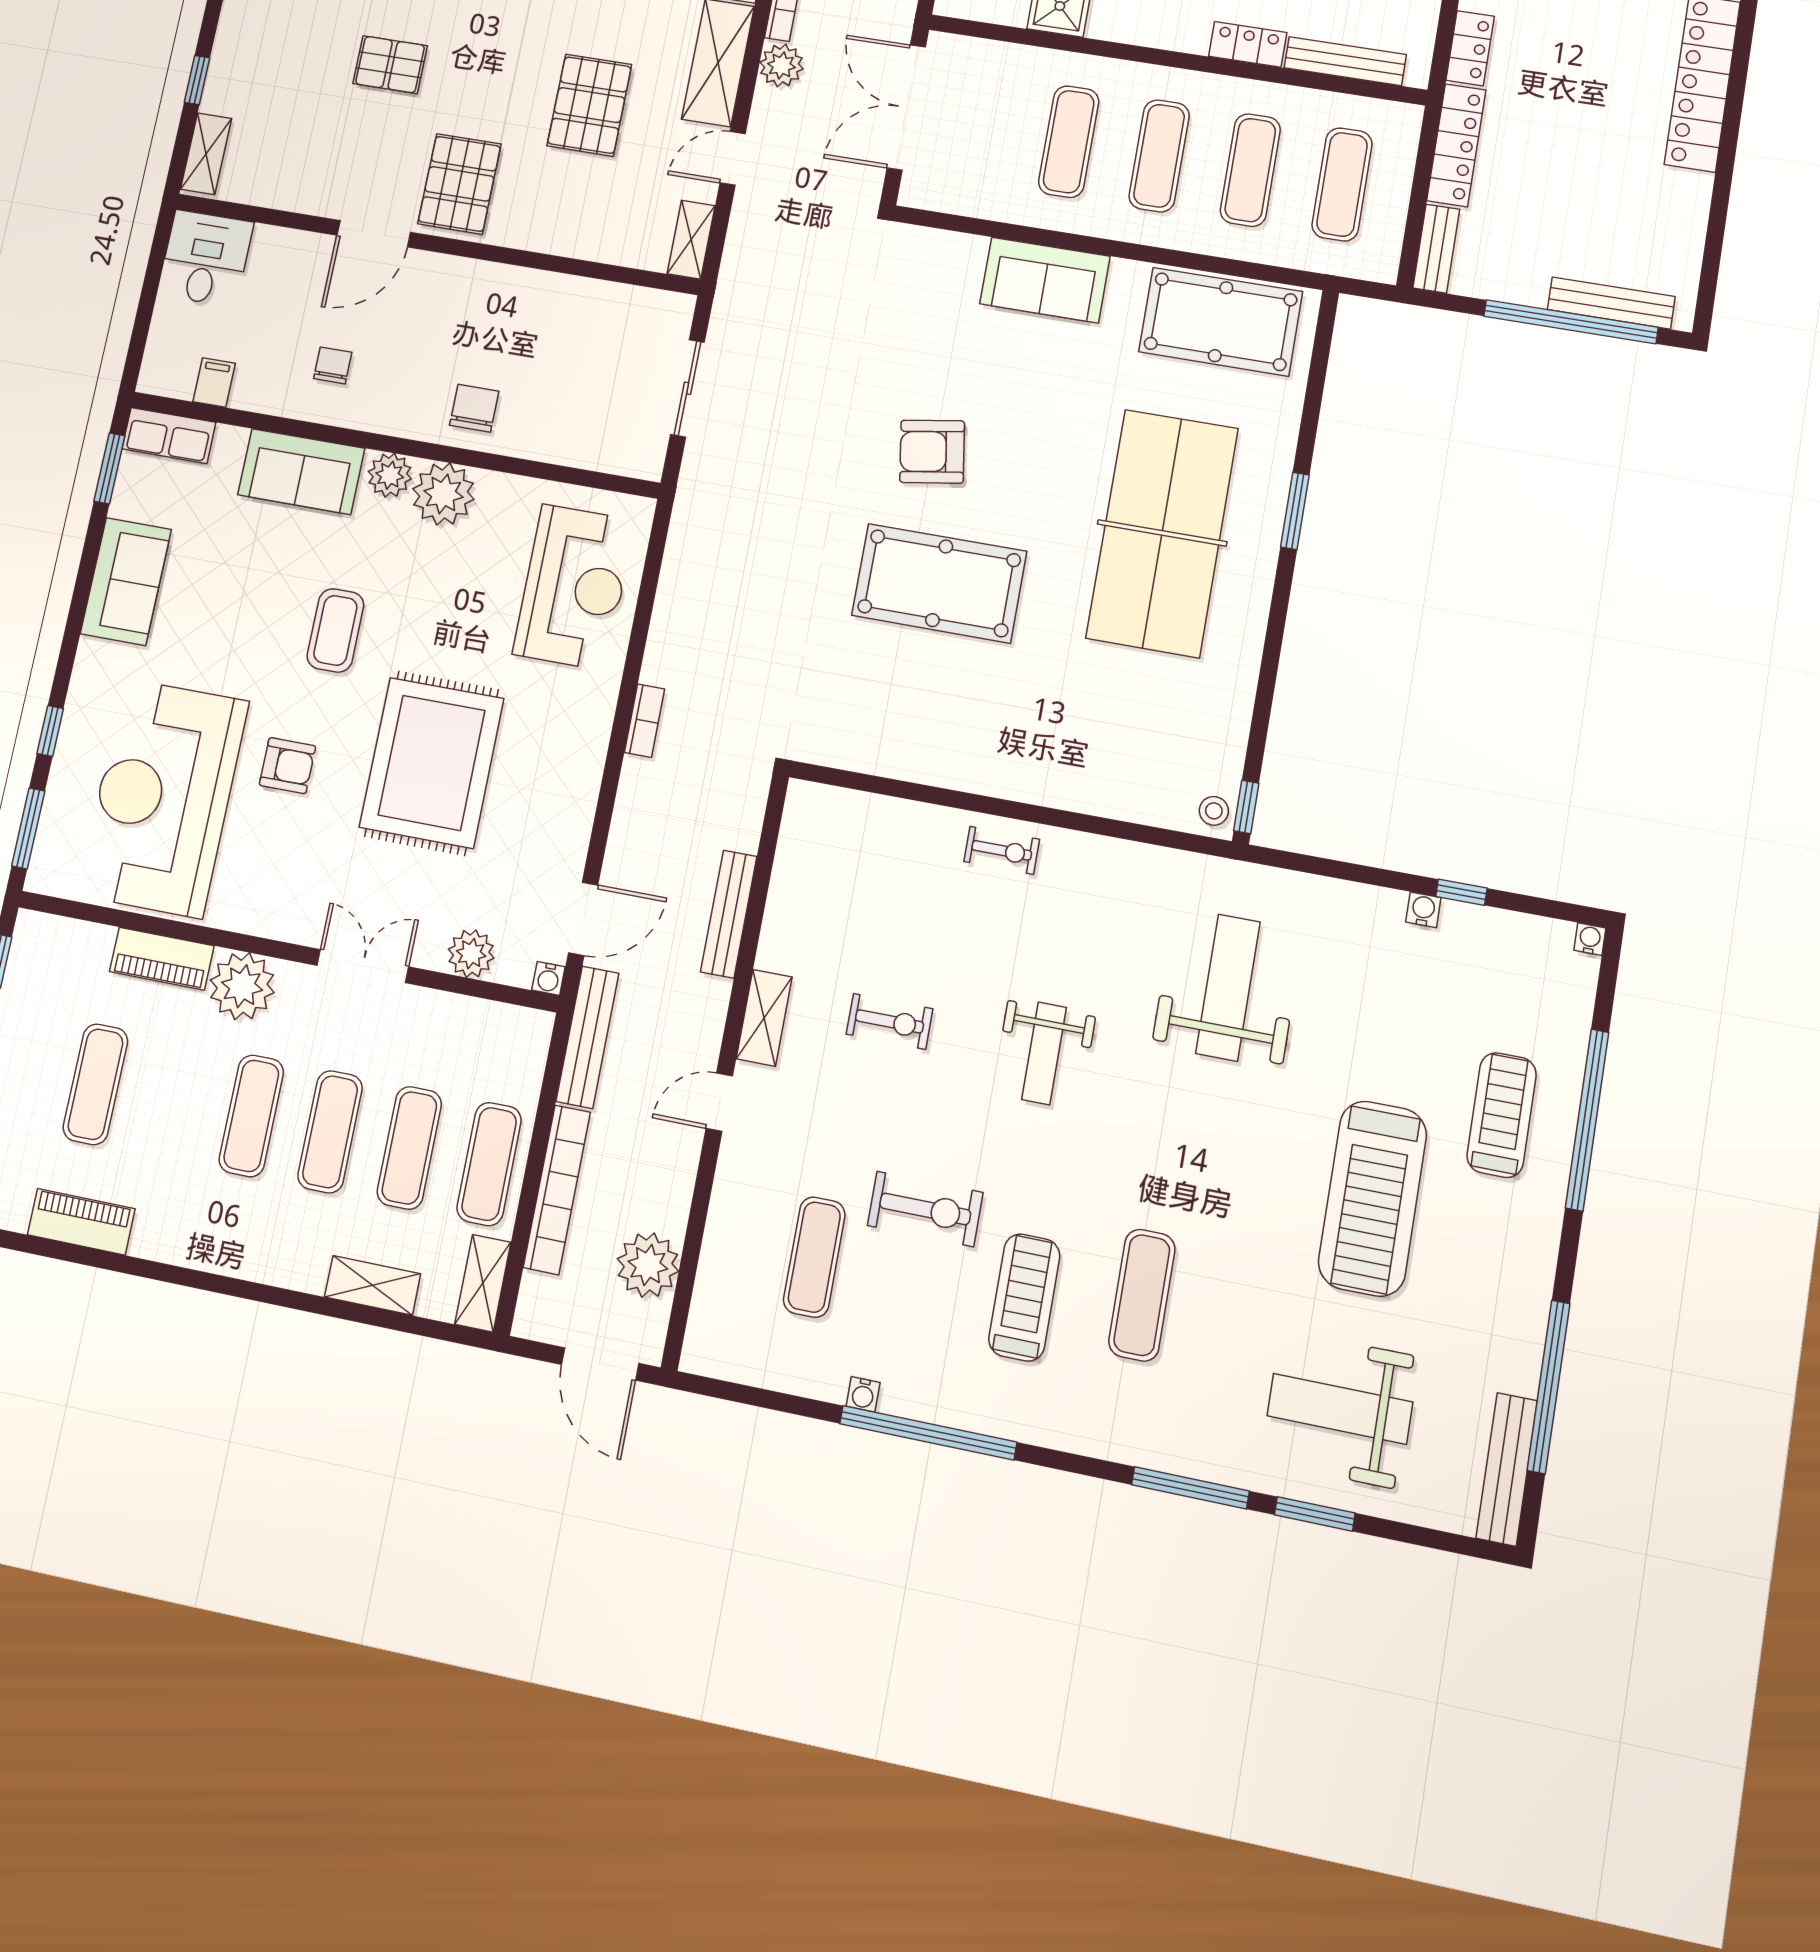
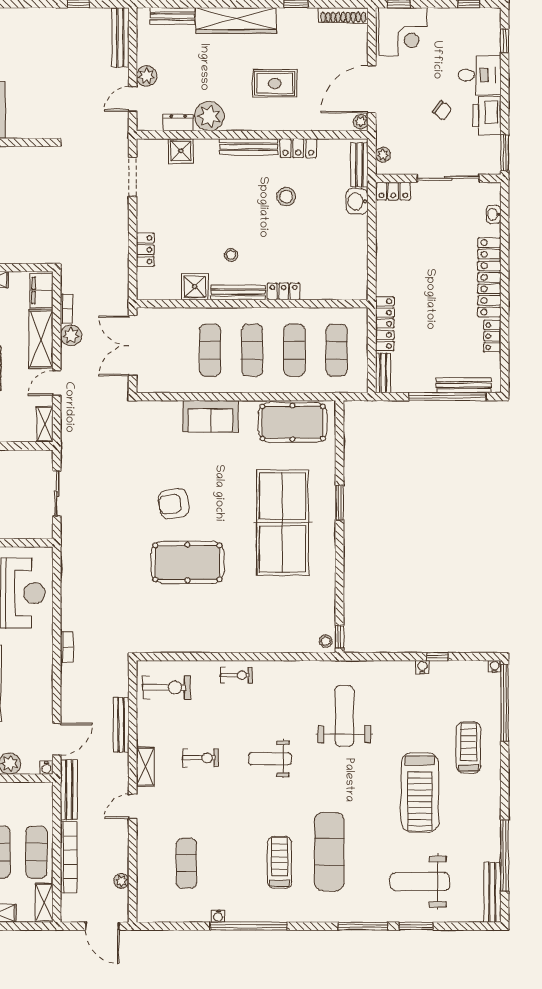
locker: (1470, 48) -> (492, 336), moved, turned 180
bench: (1345, 61) -> (238, 292), moved
weight bench: (1044, 1053) -> (270, 759), turned 90
window: (1587, 1120) -> (505, 703), moved
exercise bike: (925, 1209) -> (167, 688), moved
plant: (648, 1265) -> (121, 881), width x0.53, depth x0.53
exercise mat: (1142, 1295) -> (329, 852), width x1.36, depth x1.45

